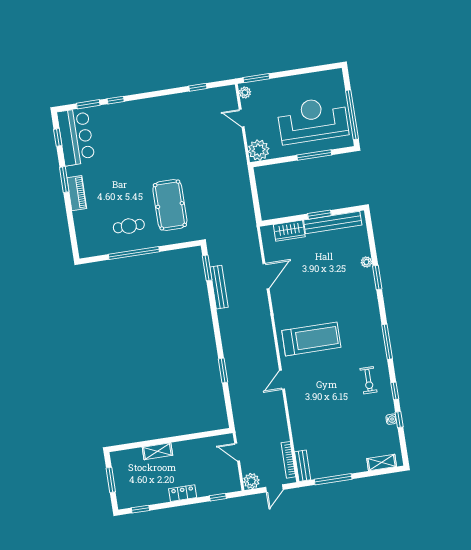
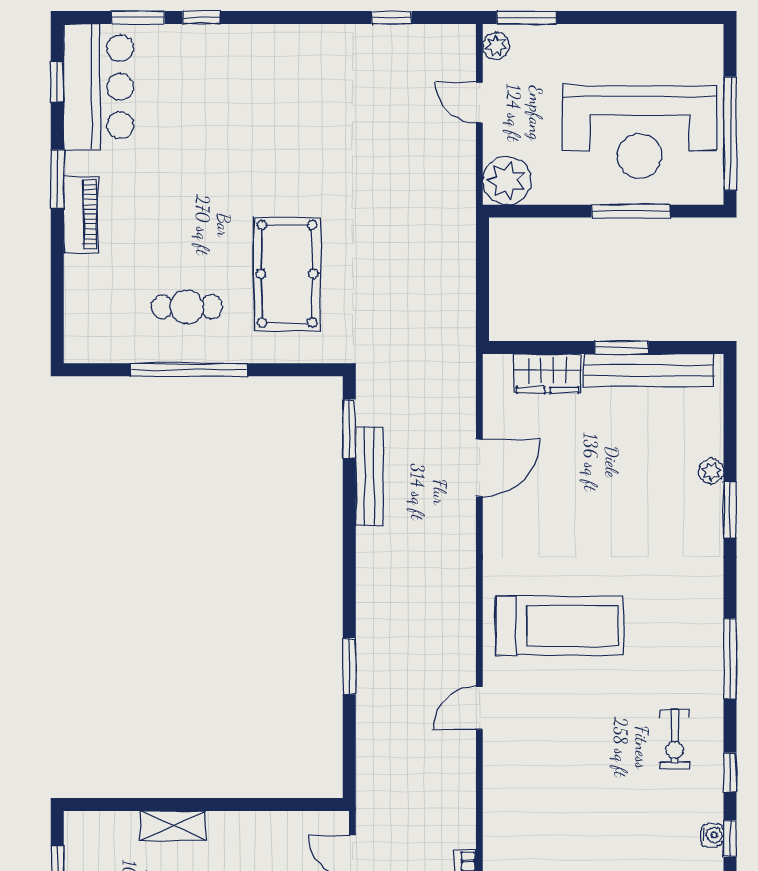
reception desk: (313, 120) -> (640, 132), turned 180

